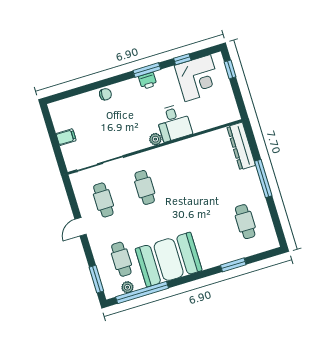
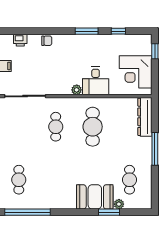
corner desk: (198, 78) -> (136, 72), moved, turned 90
printer: (148, 81) -> (20, 40), moved
cafe table: (103, 200) -> (93, 127), moved, width x1.37, depth x1.35
booth: (169, 260) -> (95, 197), moved, width x0.73, depth x0.70
plant: (127, 287) -> (119, 204), moved

